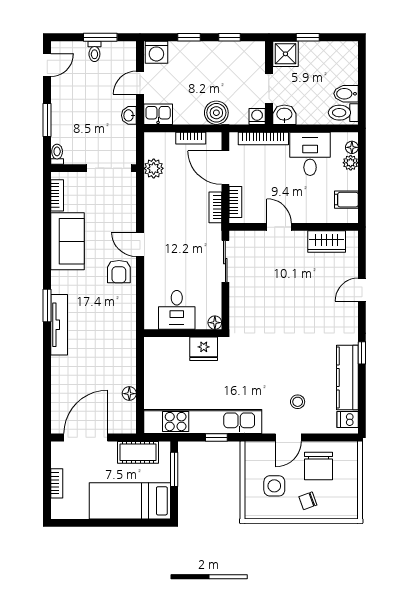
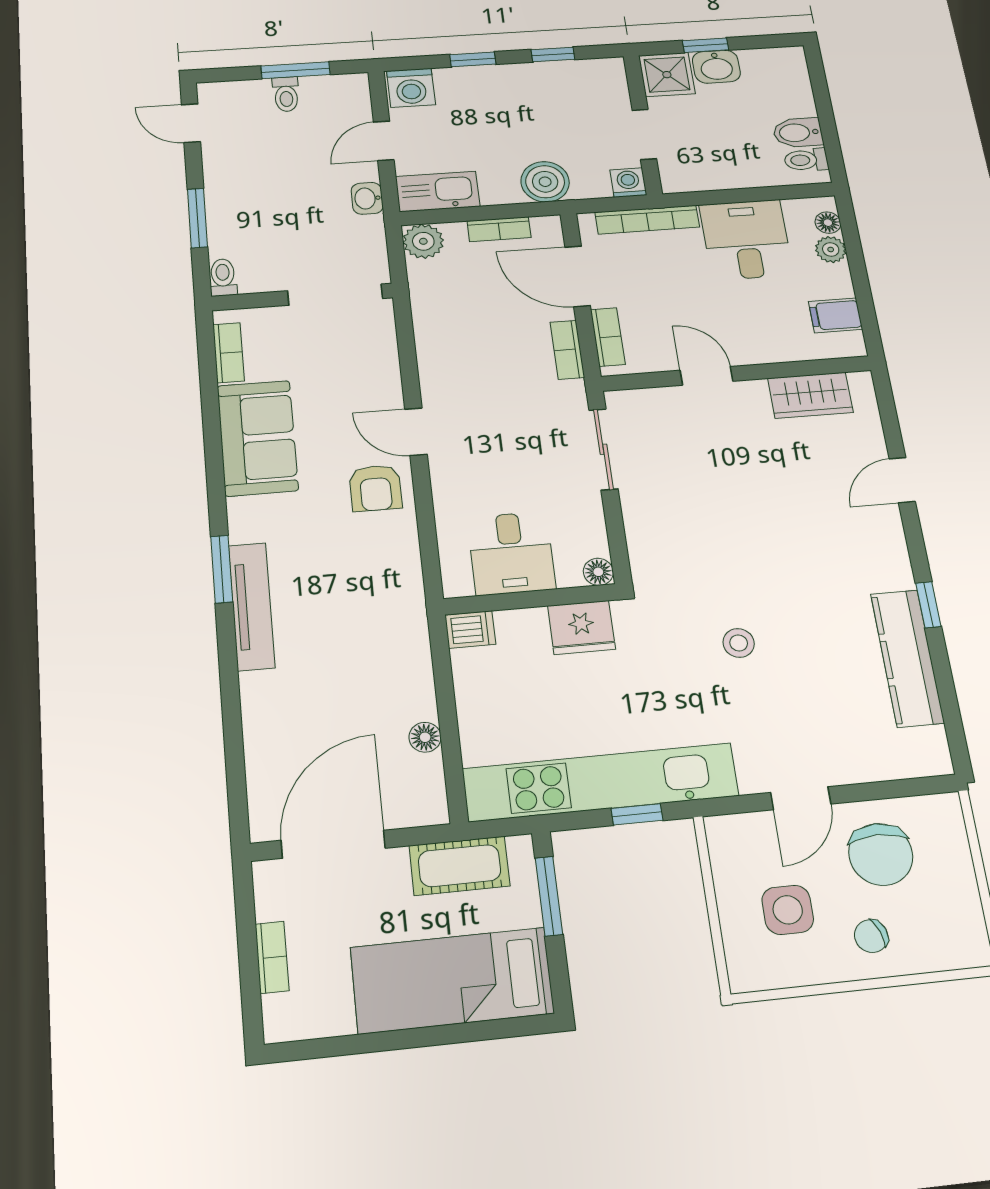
door: (47, 65) -> (191, 123), swing flipped
toilet: (343, 113) -> (806, 160), width x0.73, depth x0.72
kitchen sink: (158, 114) -> (438, 191), width x1.38
washbasin: (284, 115) -> (716, 67), moved, turned 180
plant: (154, 168) -> (423, 241), moved
stool: (298, 402) -> (739, 643), moved
dishwasher: (348, 419) -> (470, 629), moved, turned 180

